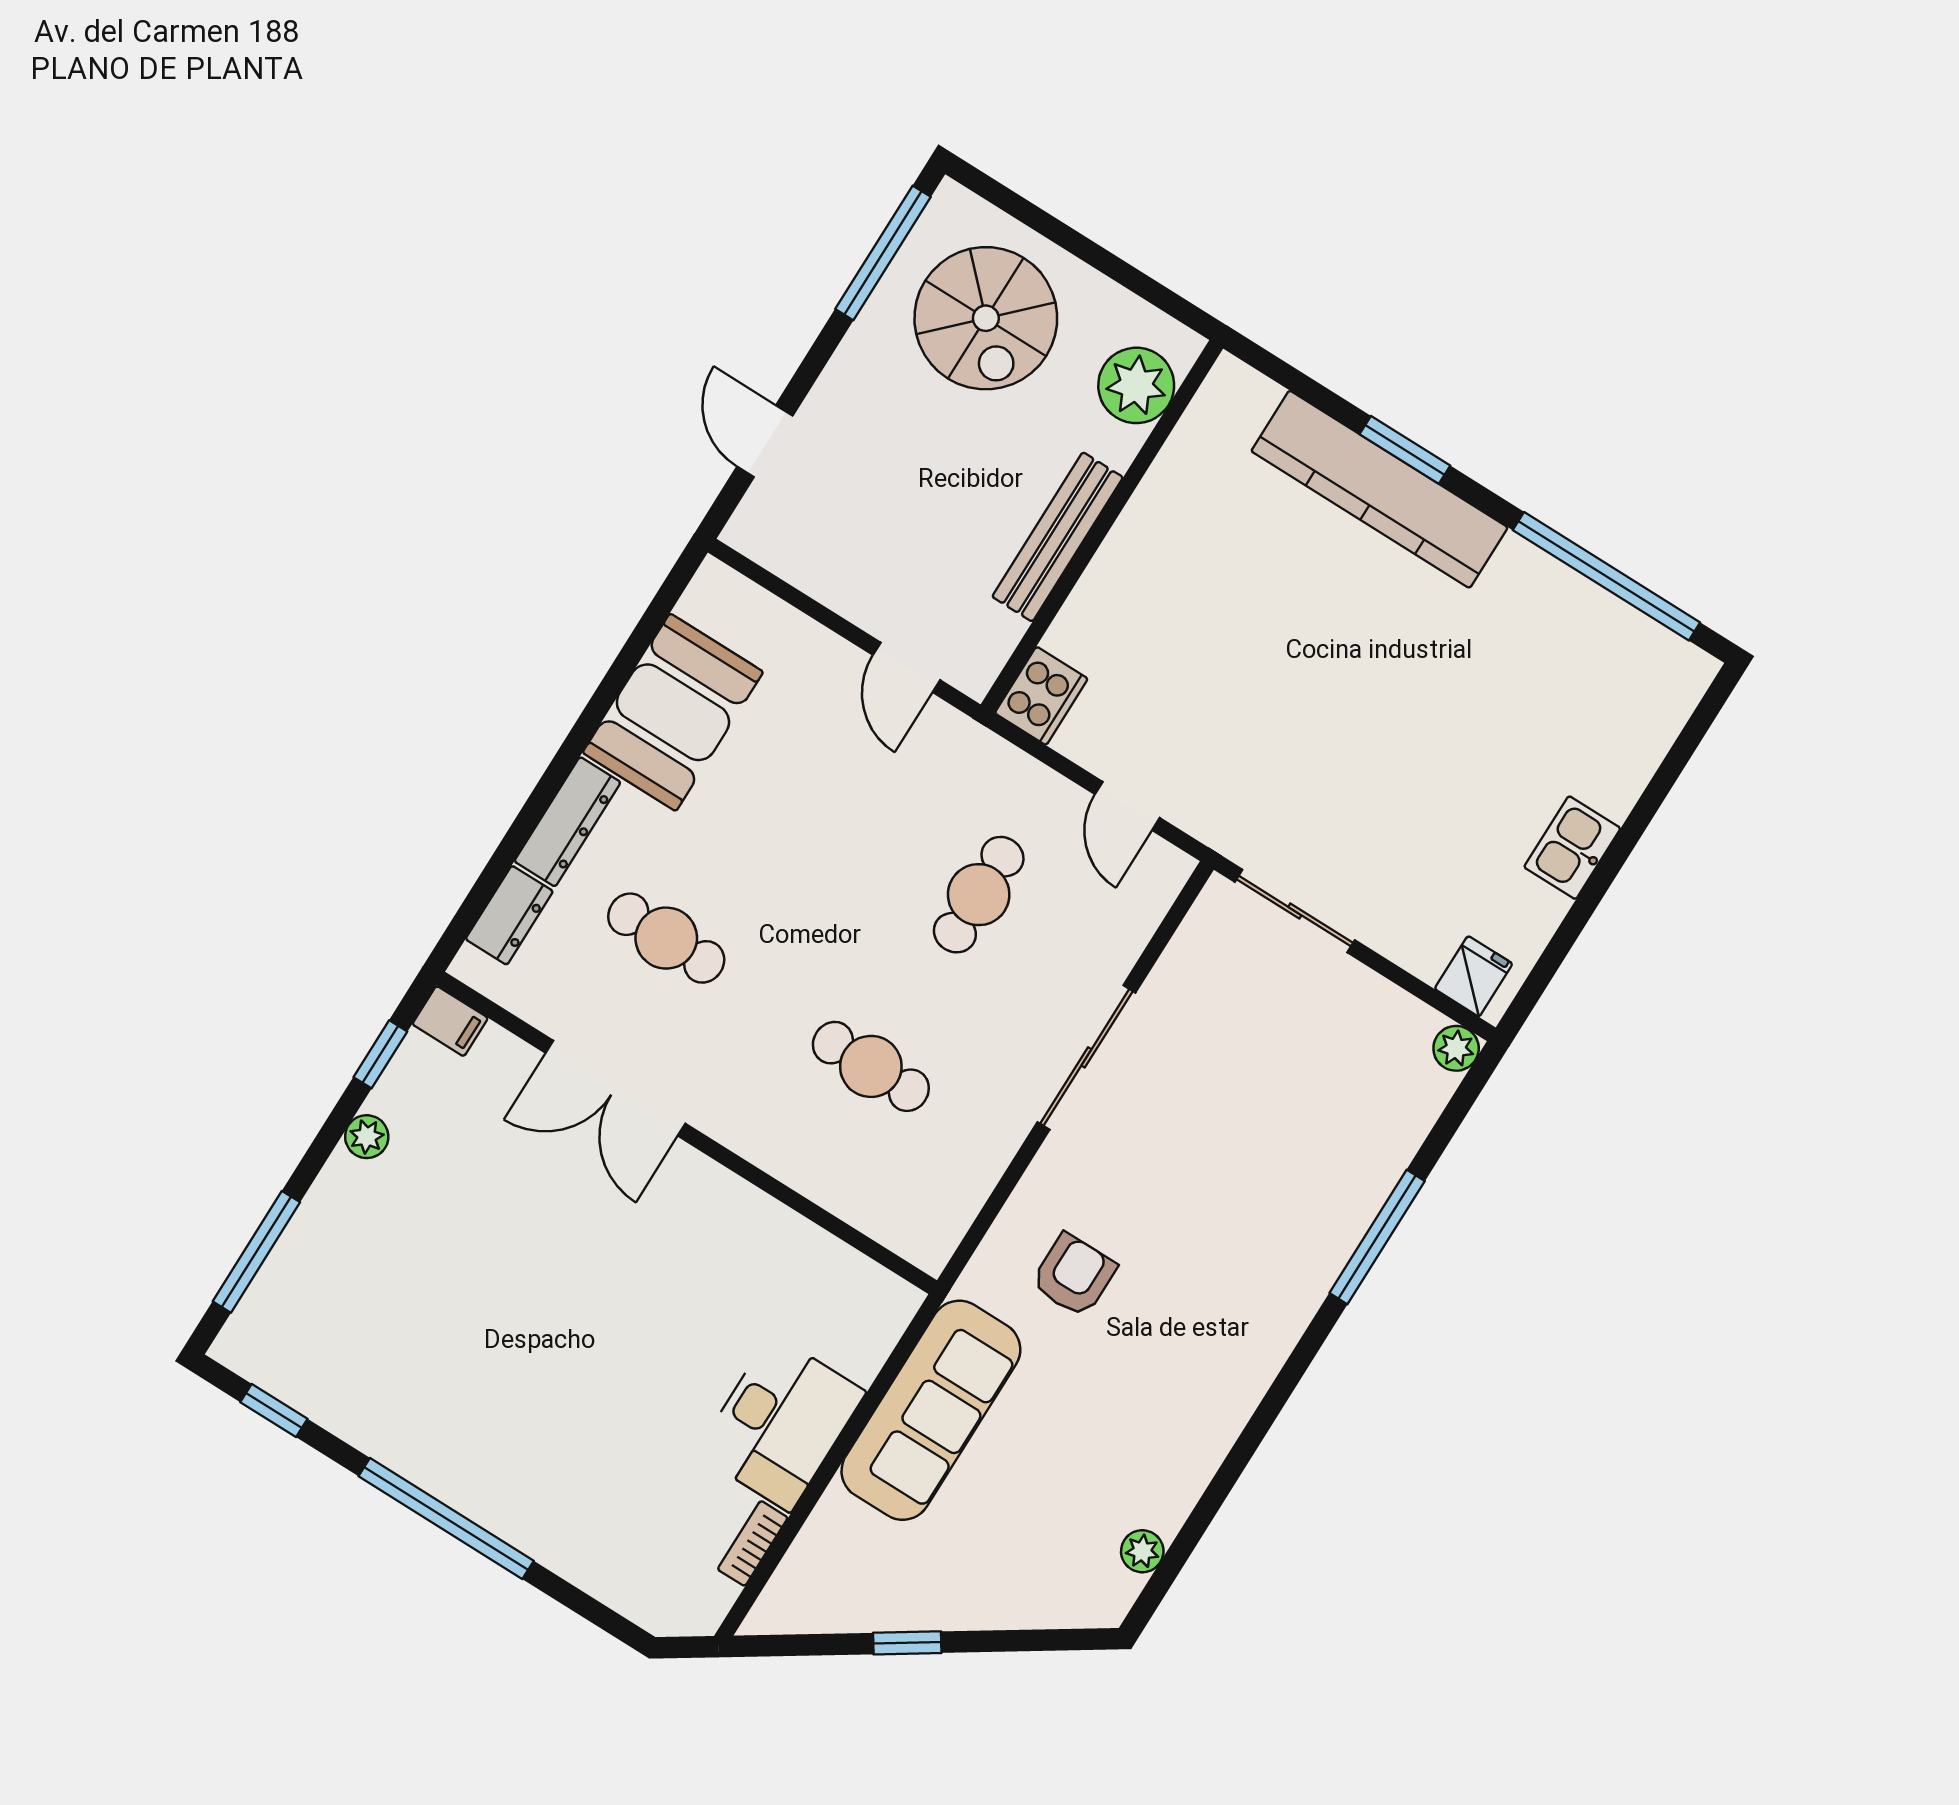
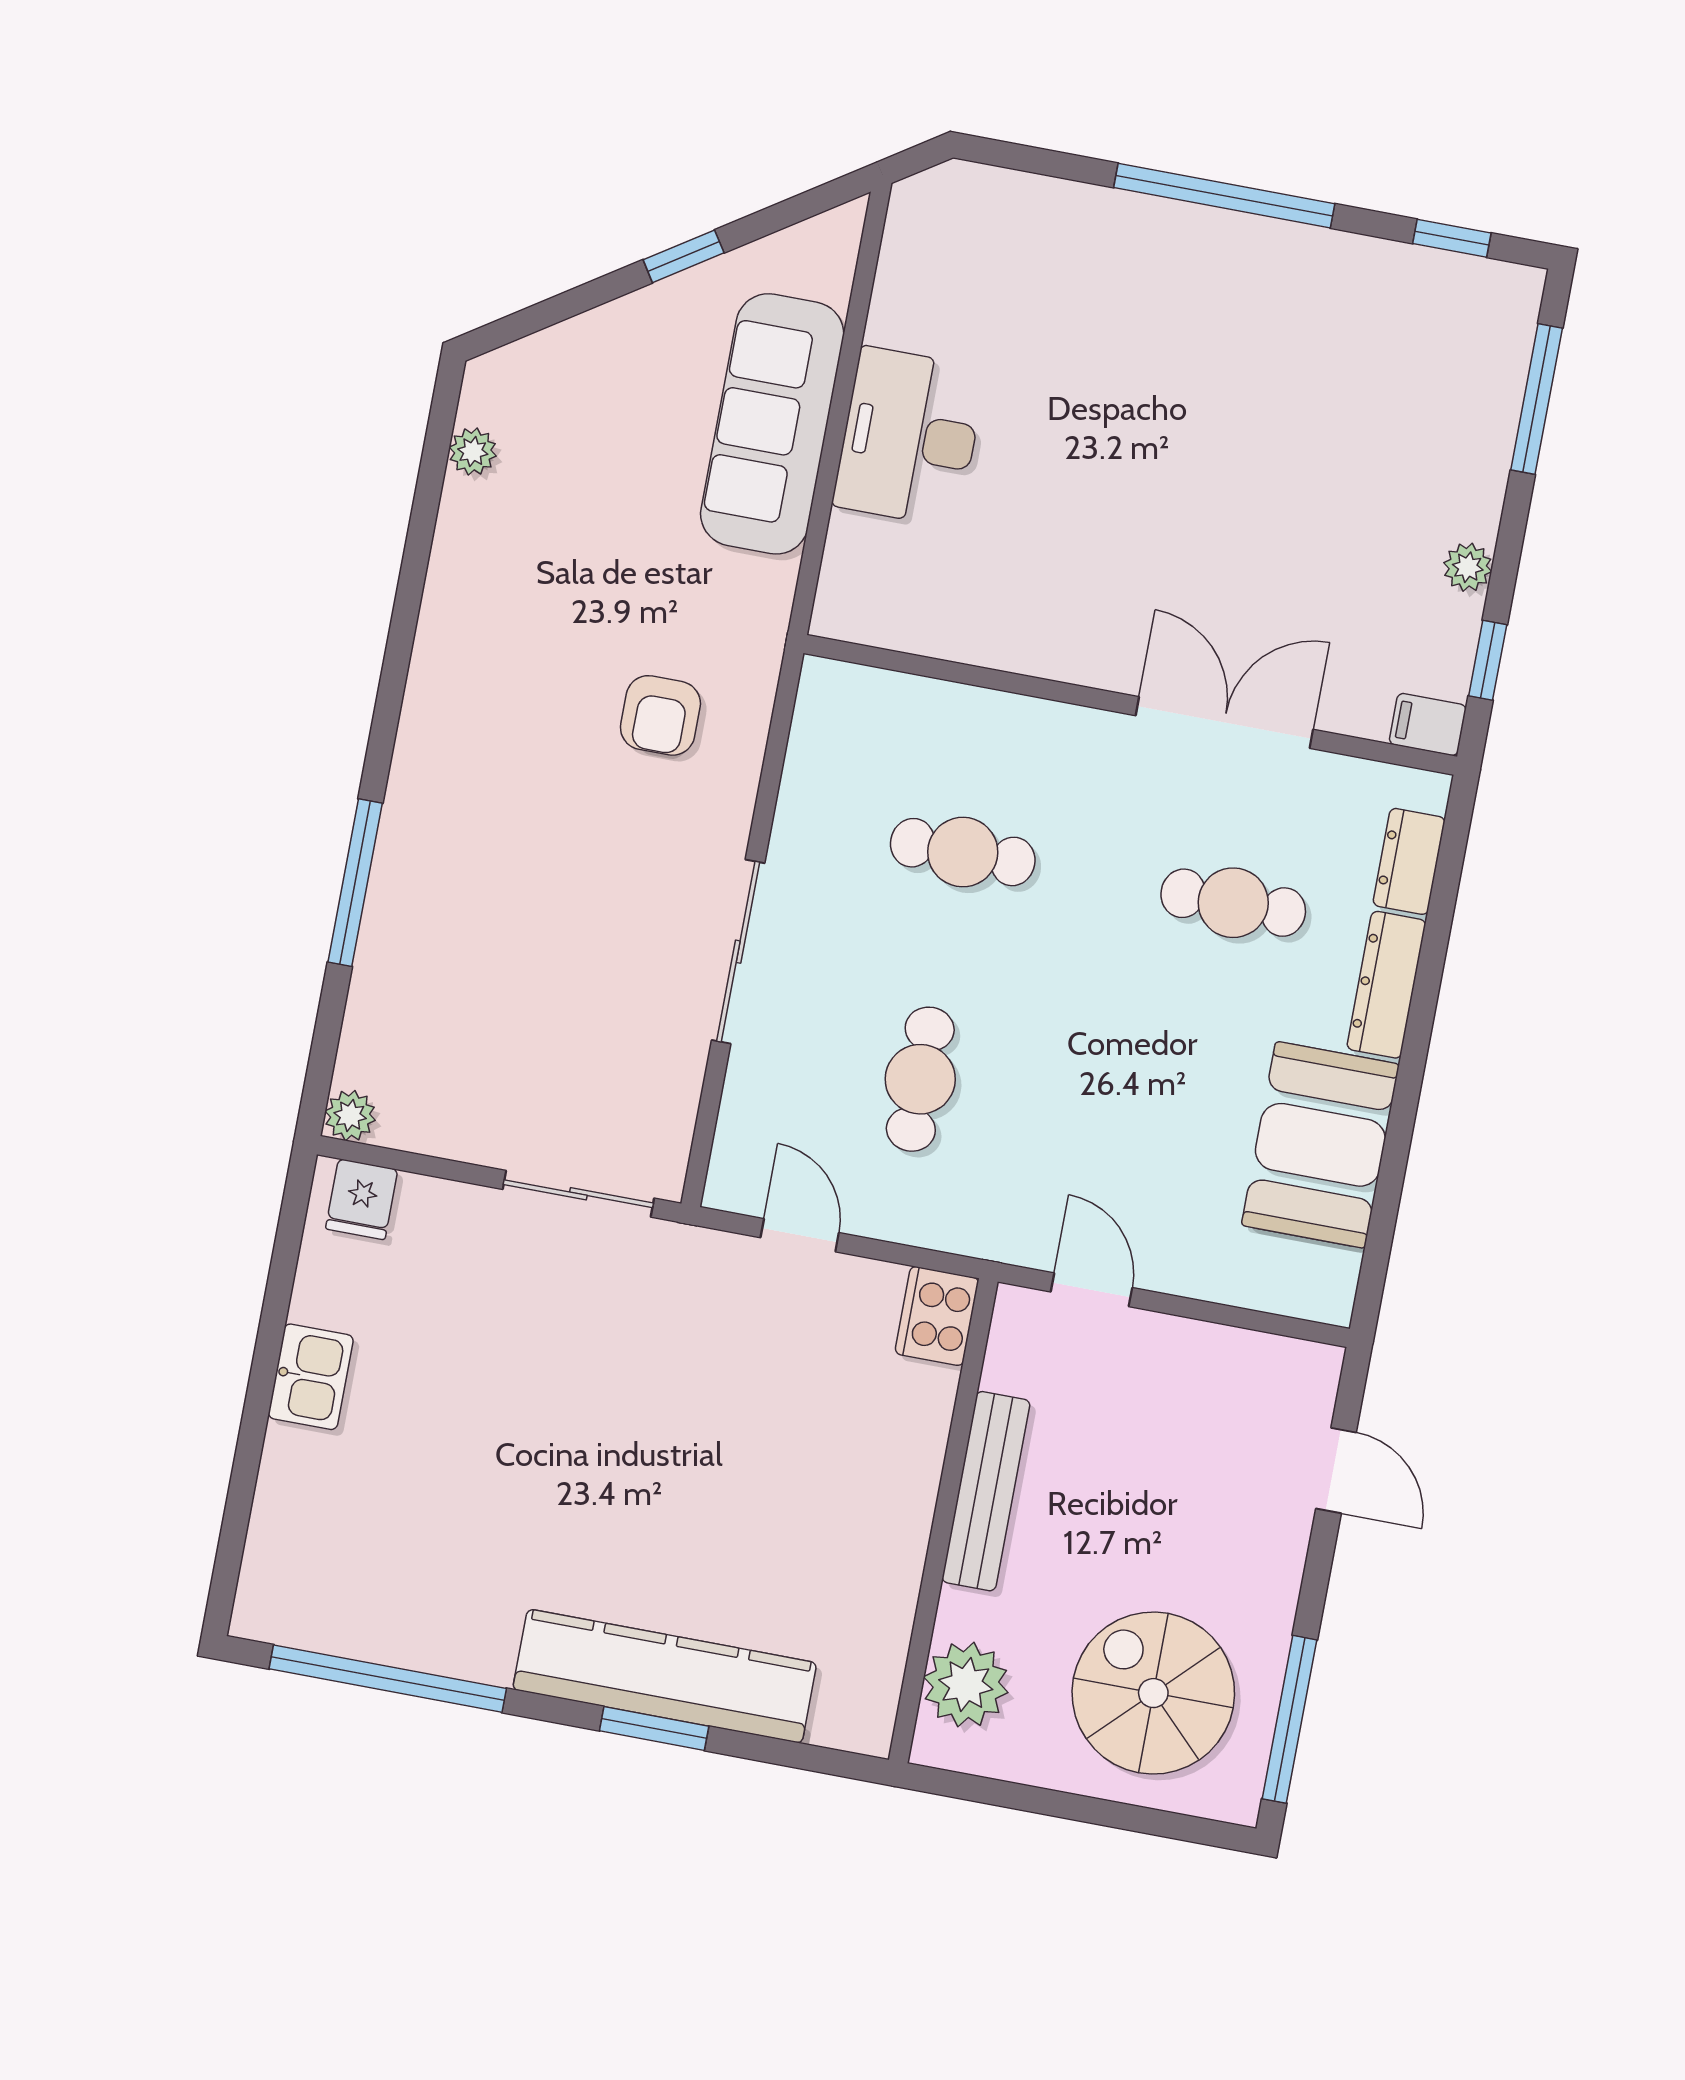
sofa: (931, 1410) -> (772, 424), moved
bookcase: (753, 1543) -> (889, 297), removed

